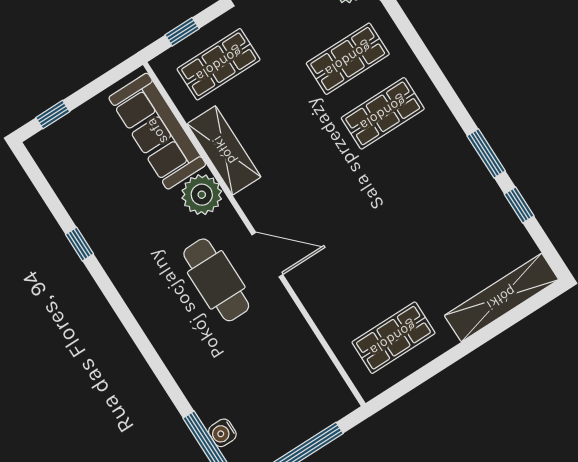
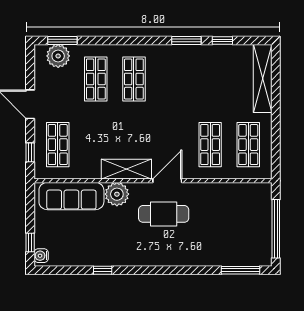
shelving: (224, 150) -> (126, 169), moved
shop shelf: (359, 283) -> (210, 145), added
water cooler: (222, 433) -> (41, 256), moved, turned 90

